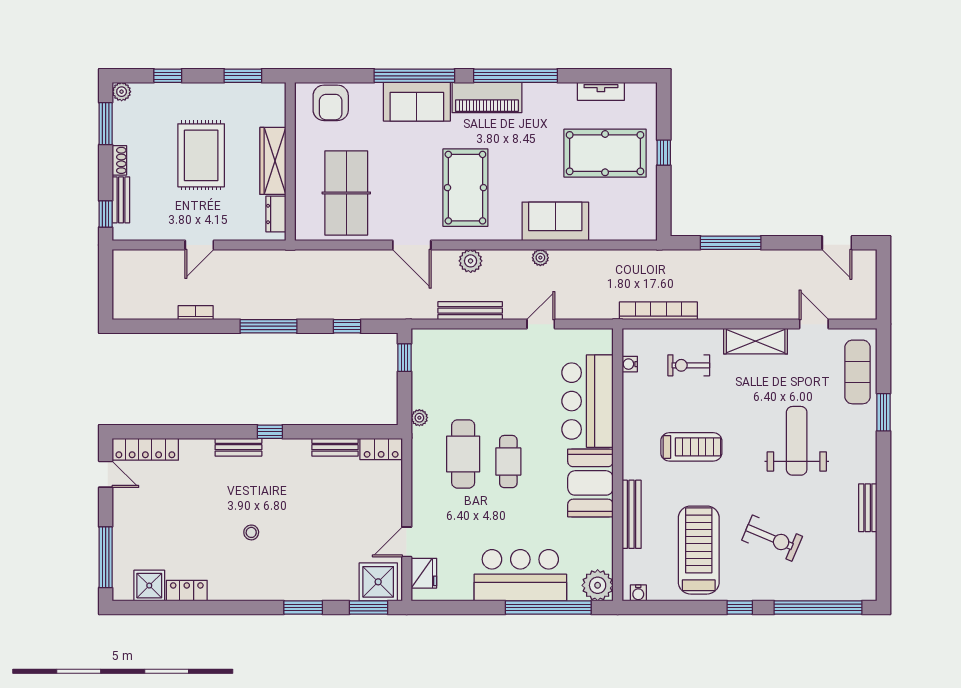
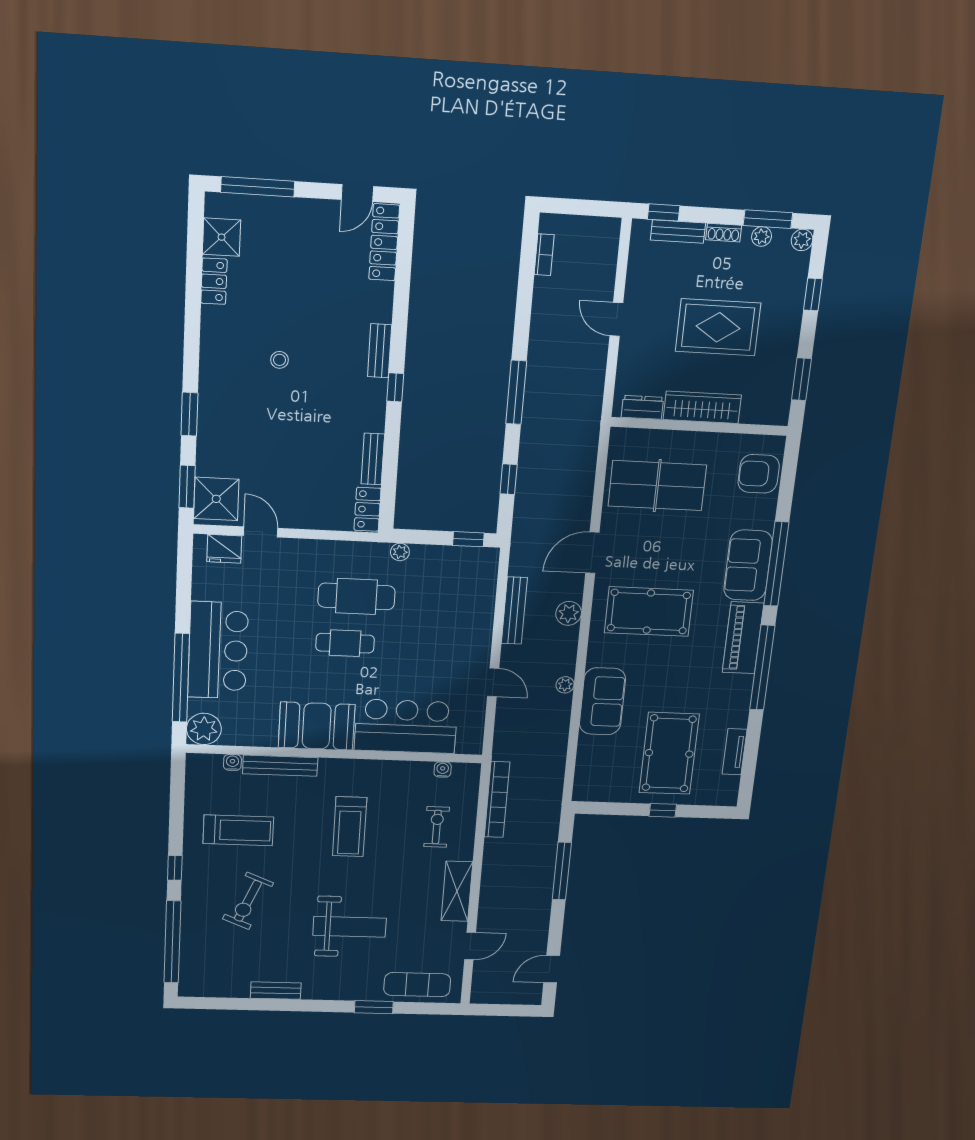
plant: (121, 127) -> (762, 236), added
bookcase: (196, 313) -> (544, 255), moved
treadmill: (699, 550) -> (238, 830), width x0.73, depth x0.73
water cooler: (638, 593) -> (232, 762), moved, turned 90

